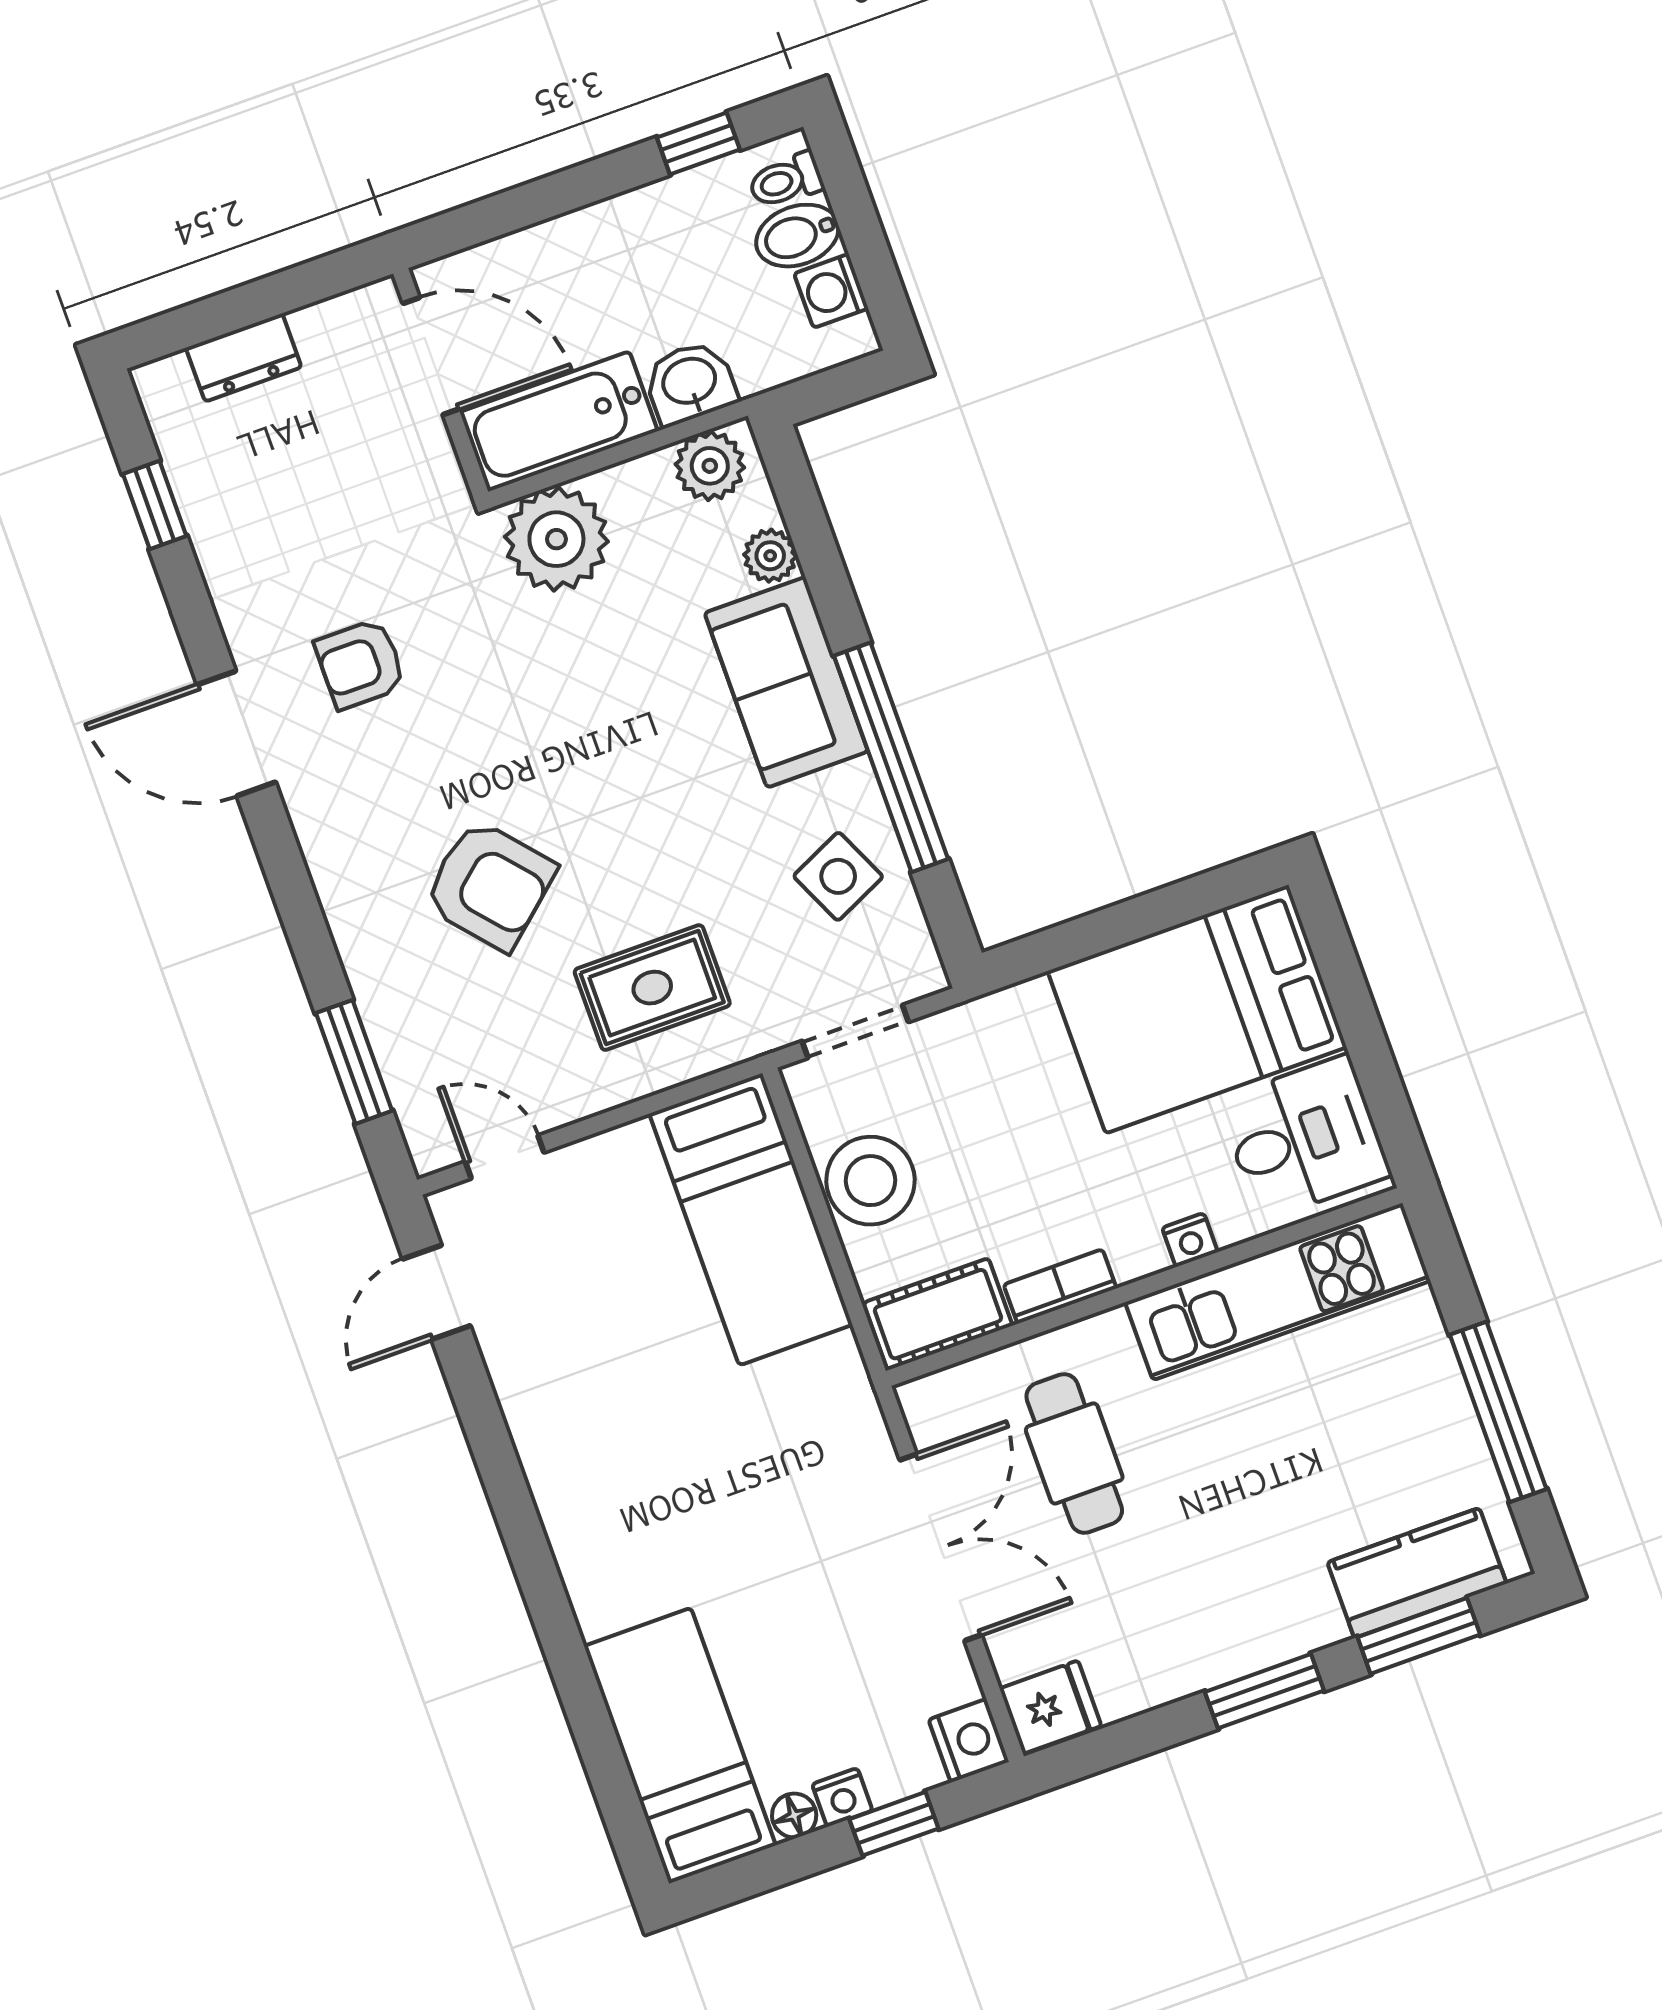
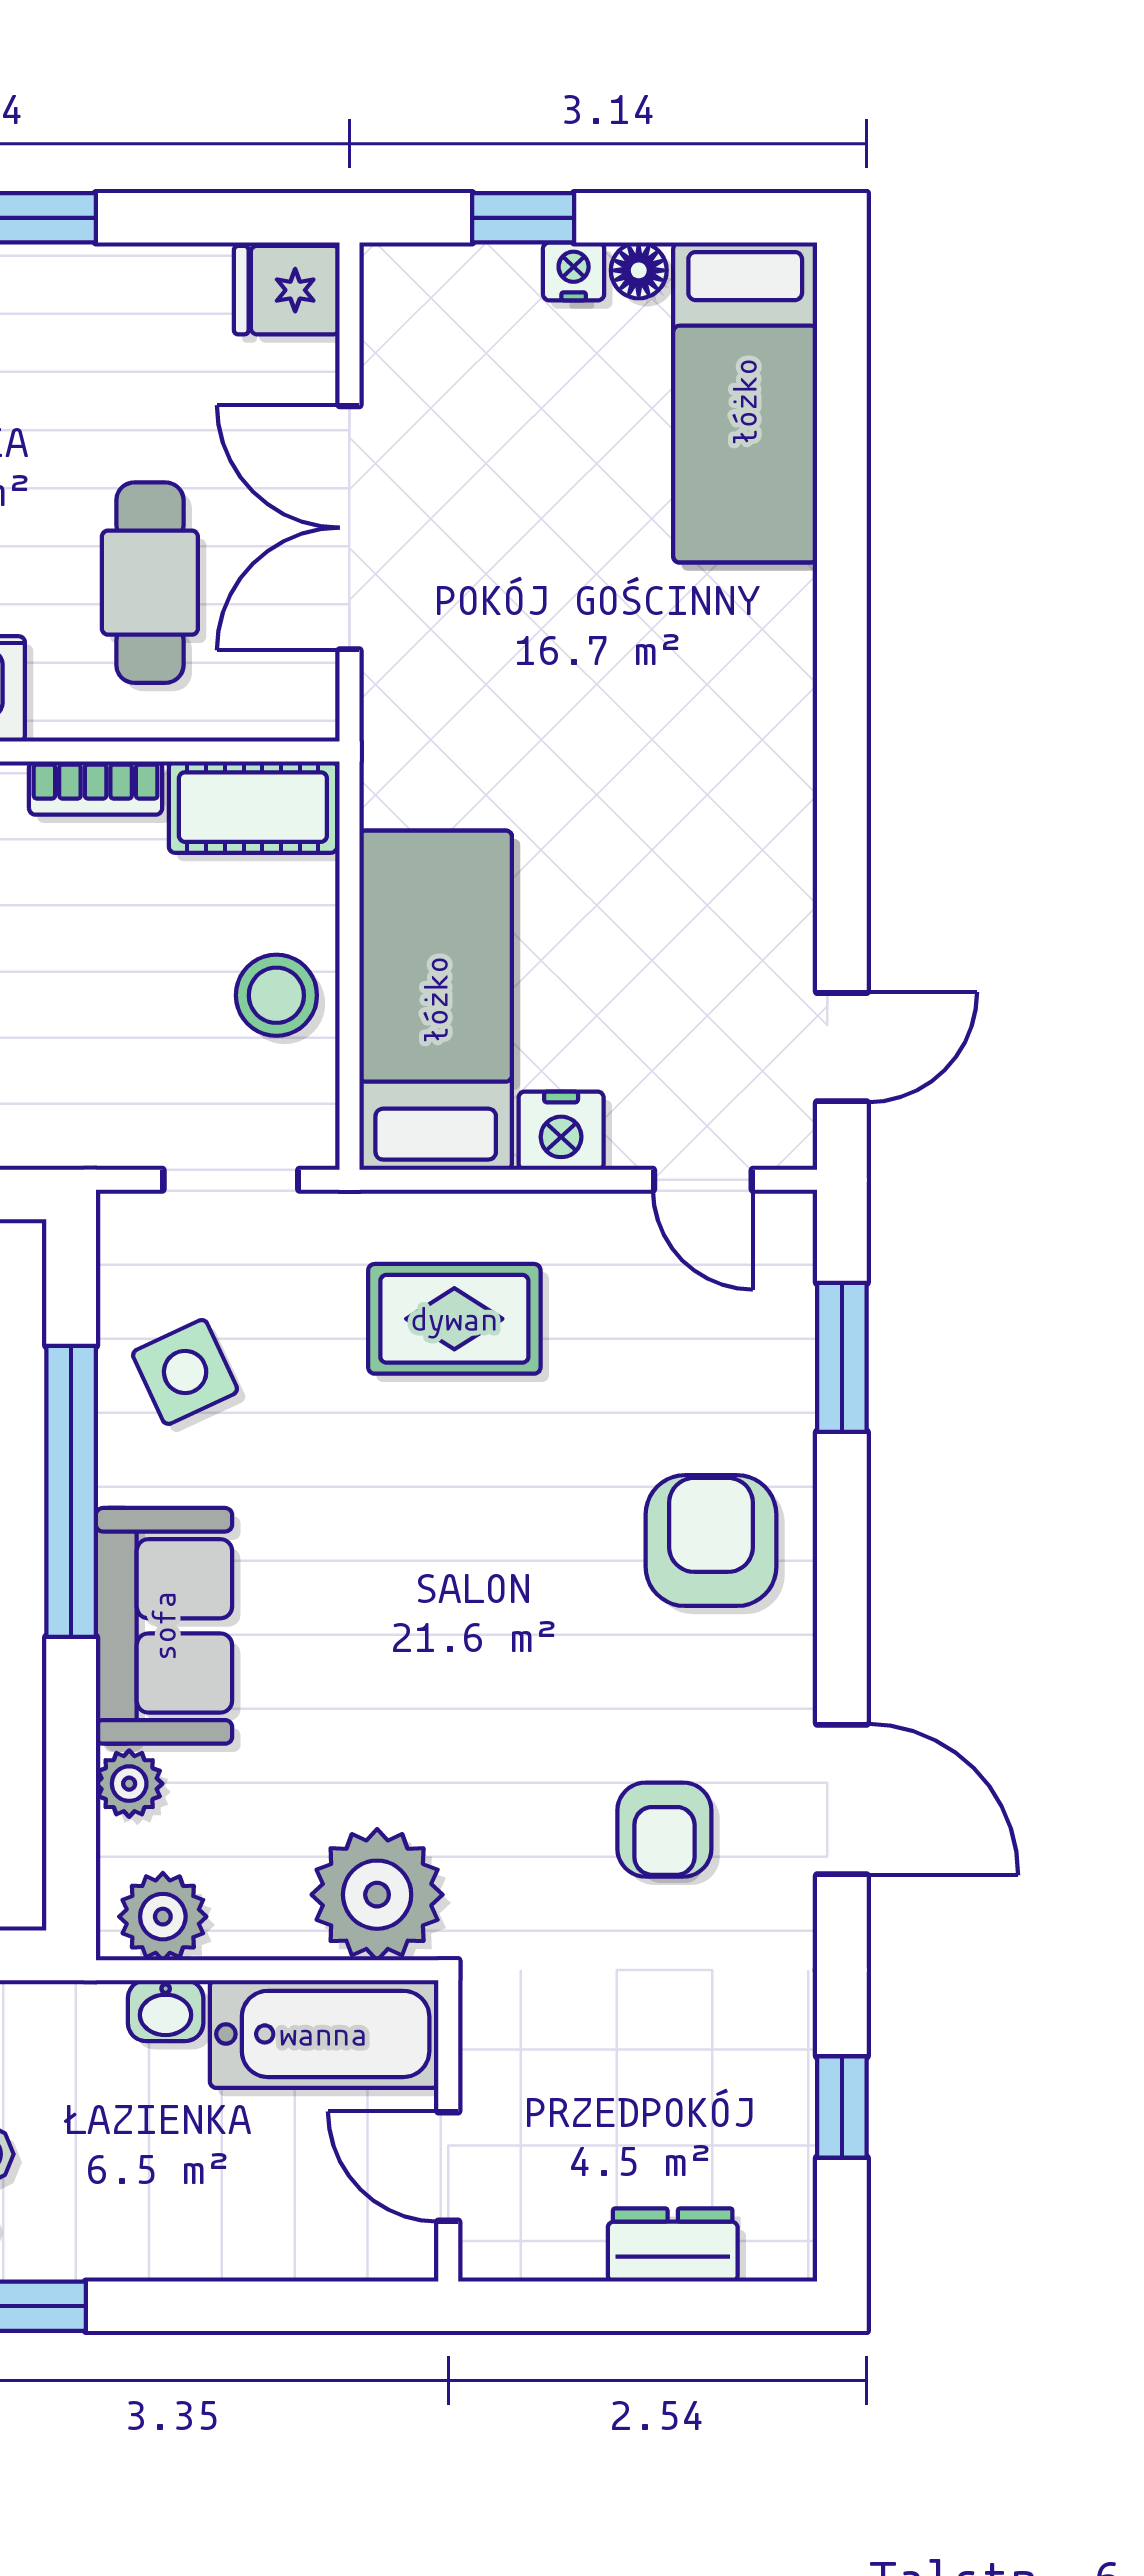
door: (431, 356) -> (448, 2166), width x0.73
washbasin: (690, 383) -> (166, 2011), width x0.72, depth x0.69
armchair: (360, 664) -> (664, 1830), turned 90
armchair: (490, 885) -> (711, 1541), moved, turned 41
stool: (871, 1181) -> (276, 995), width x0.73, depth x0.73
nightstand: (969, 1741) -> (561, 1131), moved, turned -90

